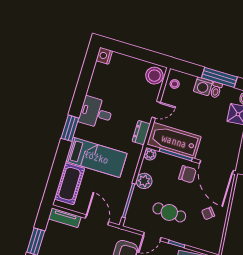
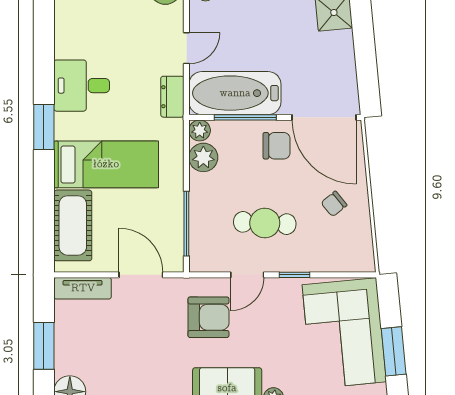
plant: (144, 181) -> (203, 157), moved

